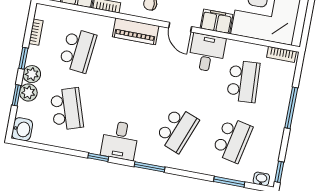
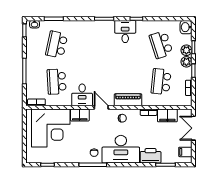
school desk: (177, 130) -> (91, 45), removed

